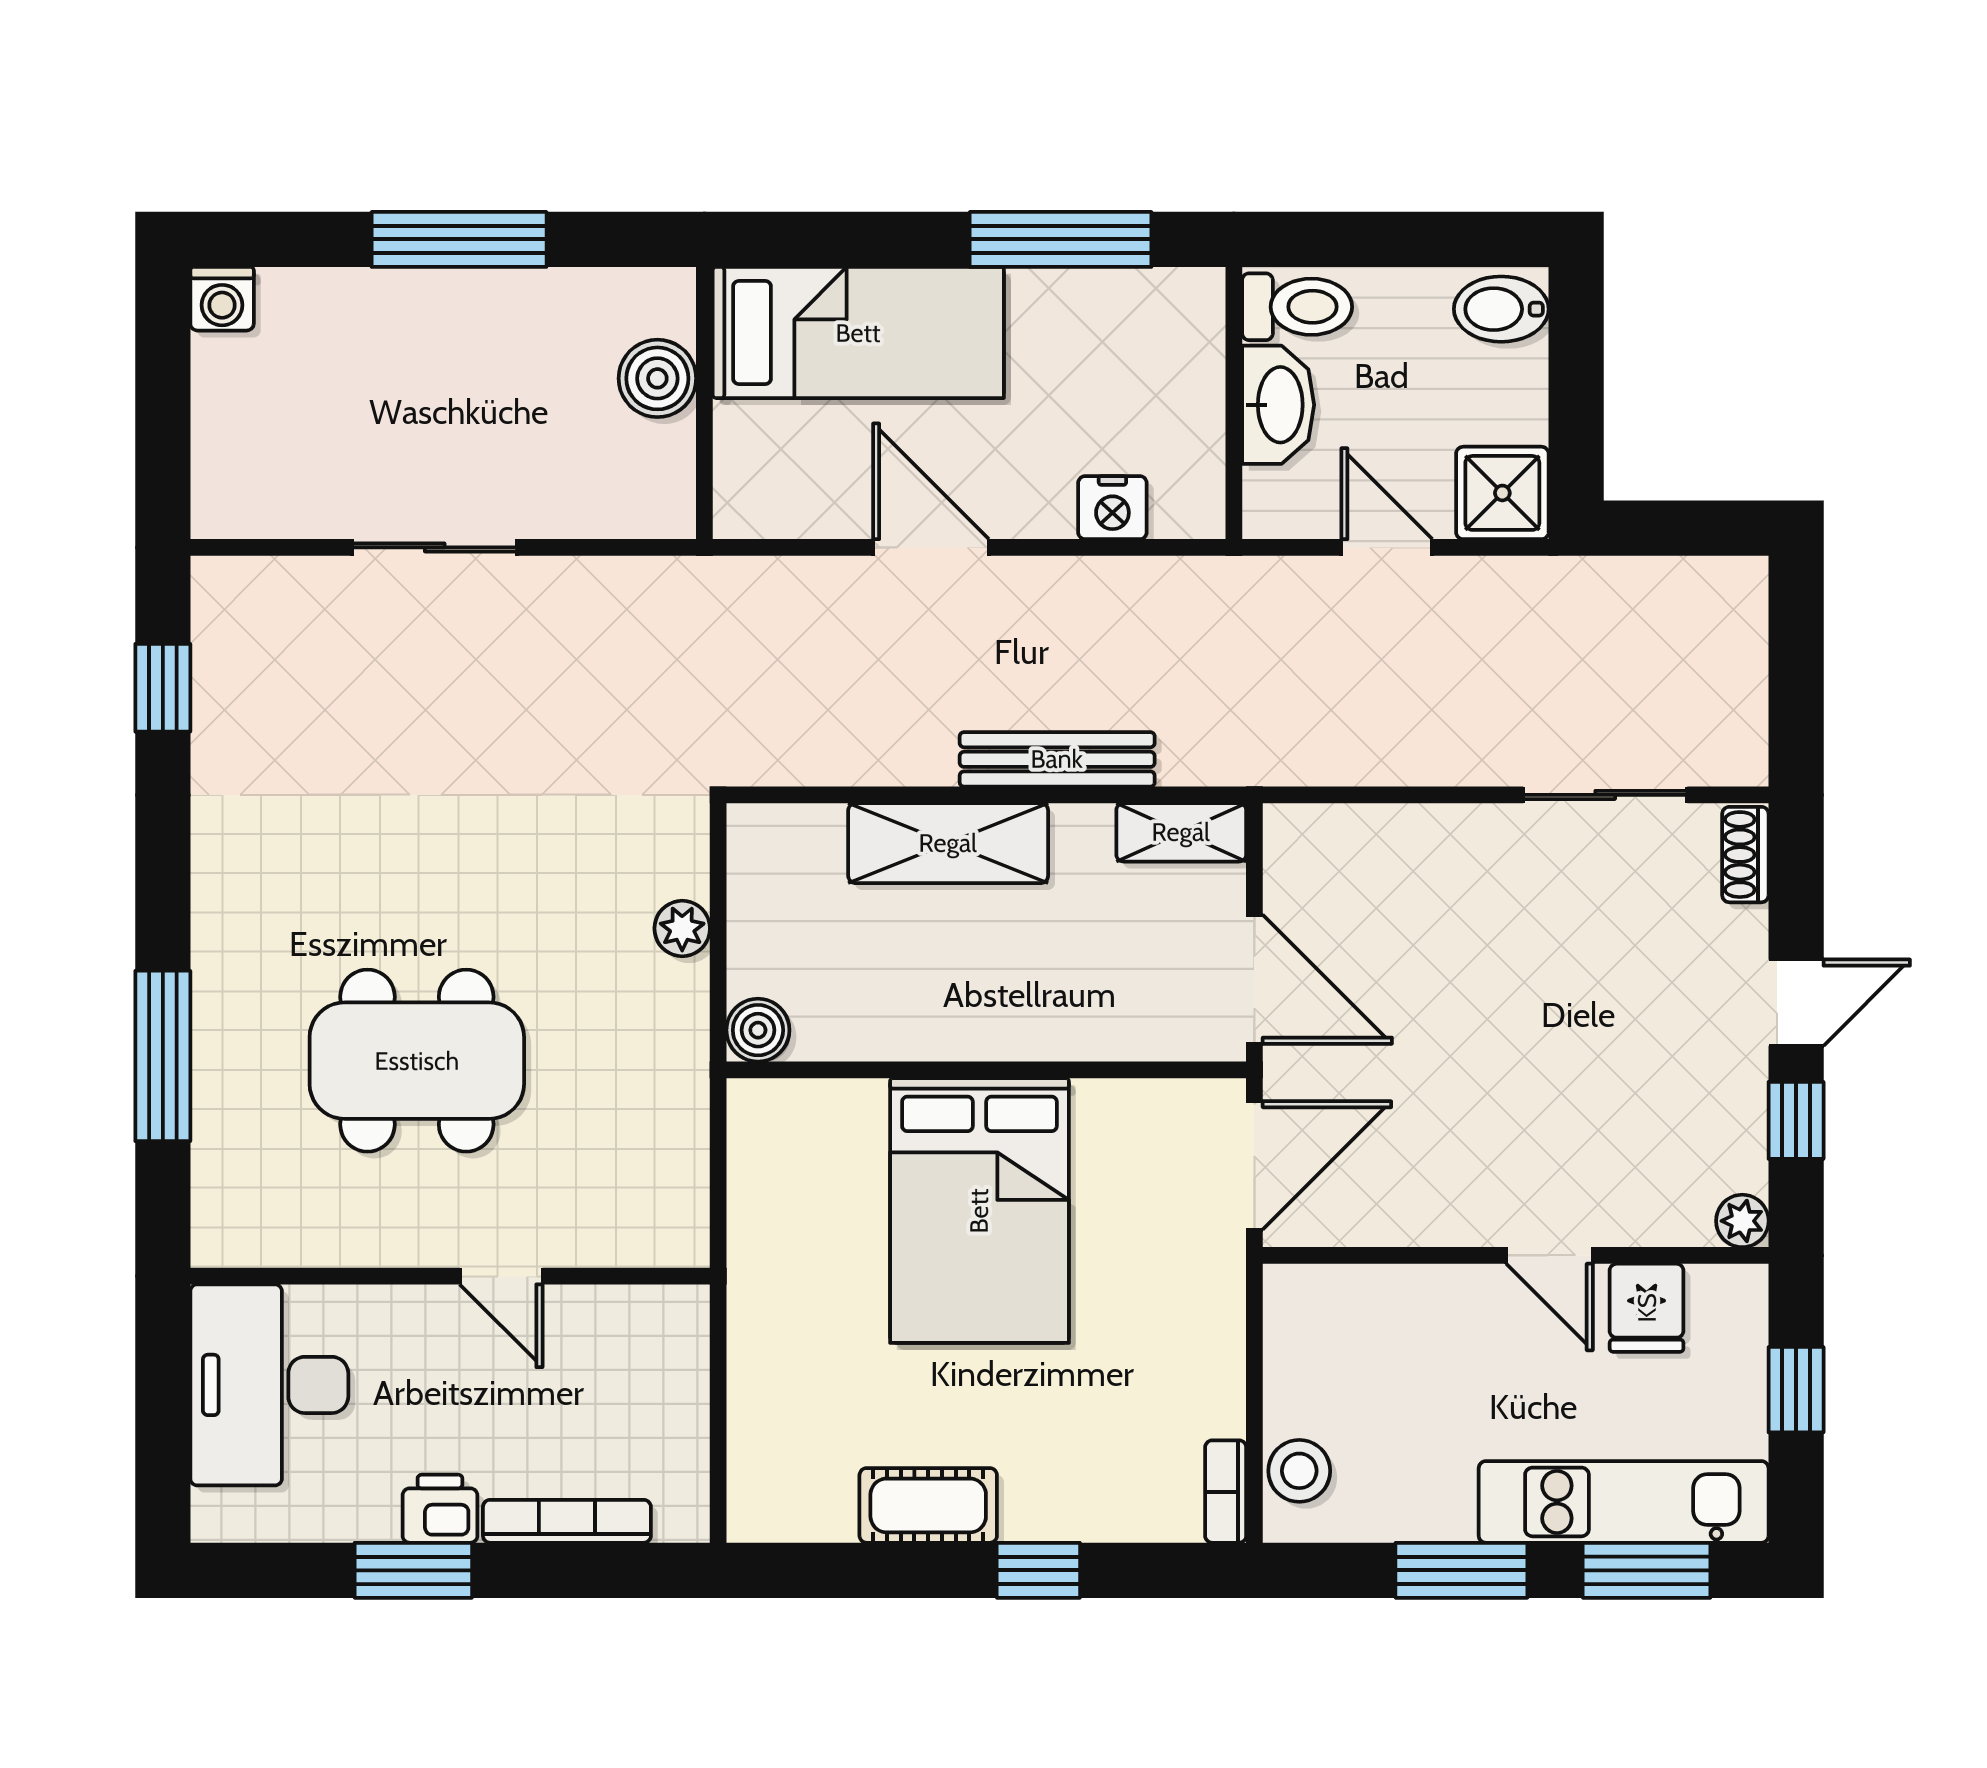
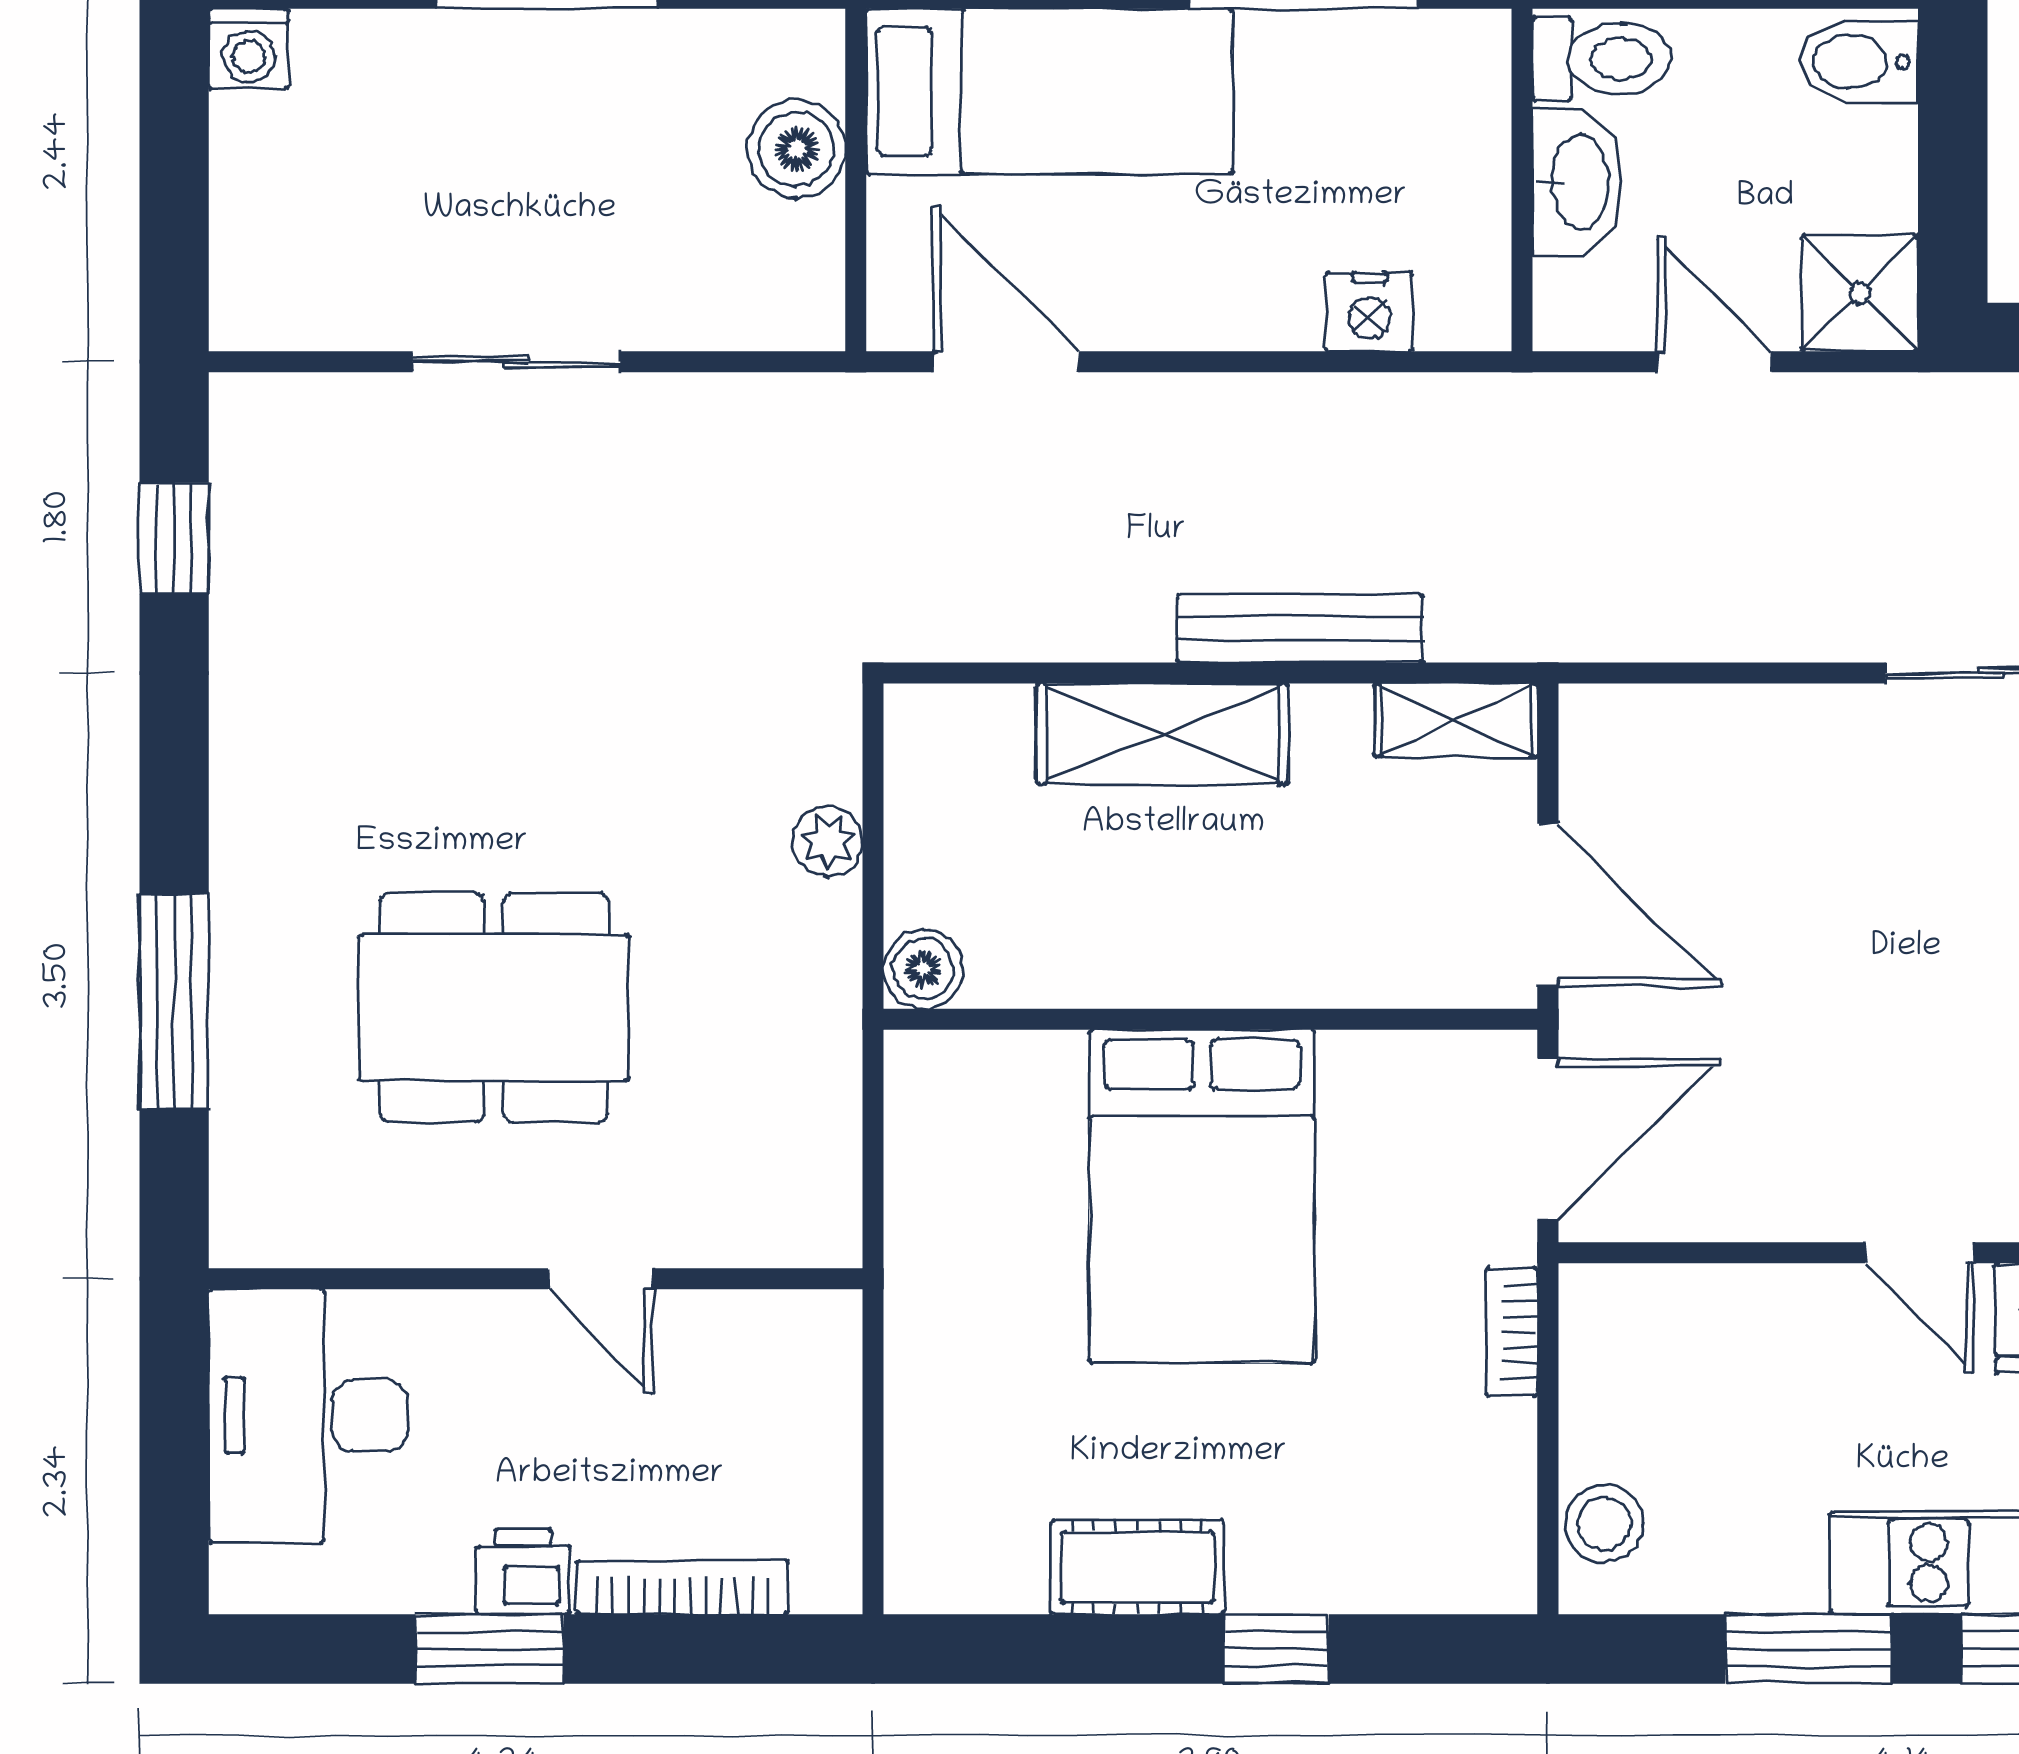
door: (931, 547) -> (1006, 362), moved
bookcase: (1226, 1492) -> (1512, 1332), moved

